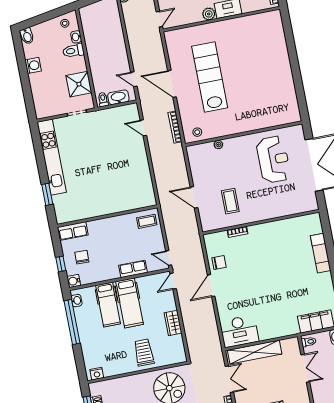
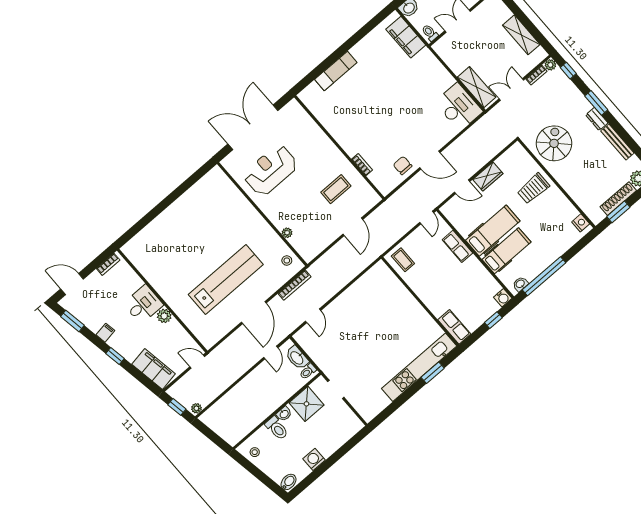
washbasin: (76, 37) -> (284, 414), moved
lab bench: (210, 77) -> (226, 279), turned 180
kitchen unit: (52, 157) -> (419, 367), moved
chair: (82, 257) -> (475, 303), removed
door: (173, 281) -> (462, 187), moved
shelving: (255, 352) -> (477, 87), width x0.68

